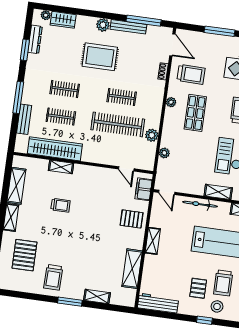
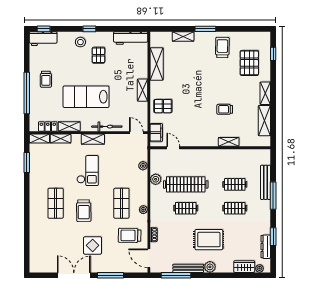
bench: (24, 119) -> (266, 182), width x1.36
wardrobe: (55, 149) -> (236, 156), removed
trolley: (223, 283) -> (78, 63), removed

